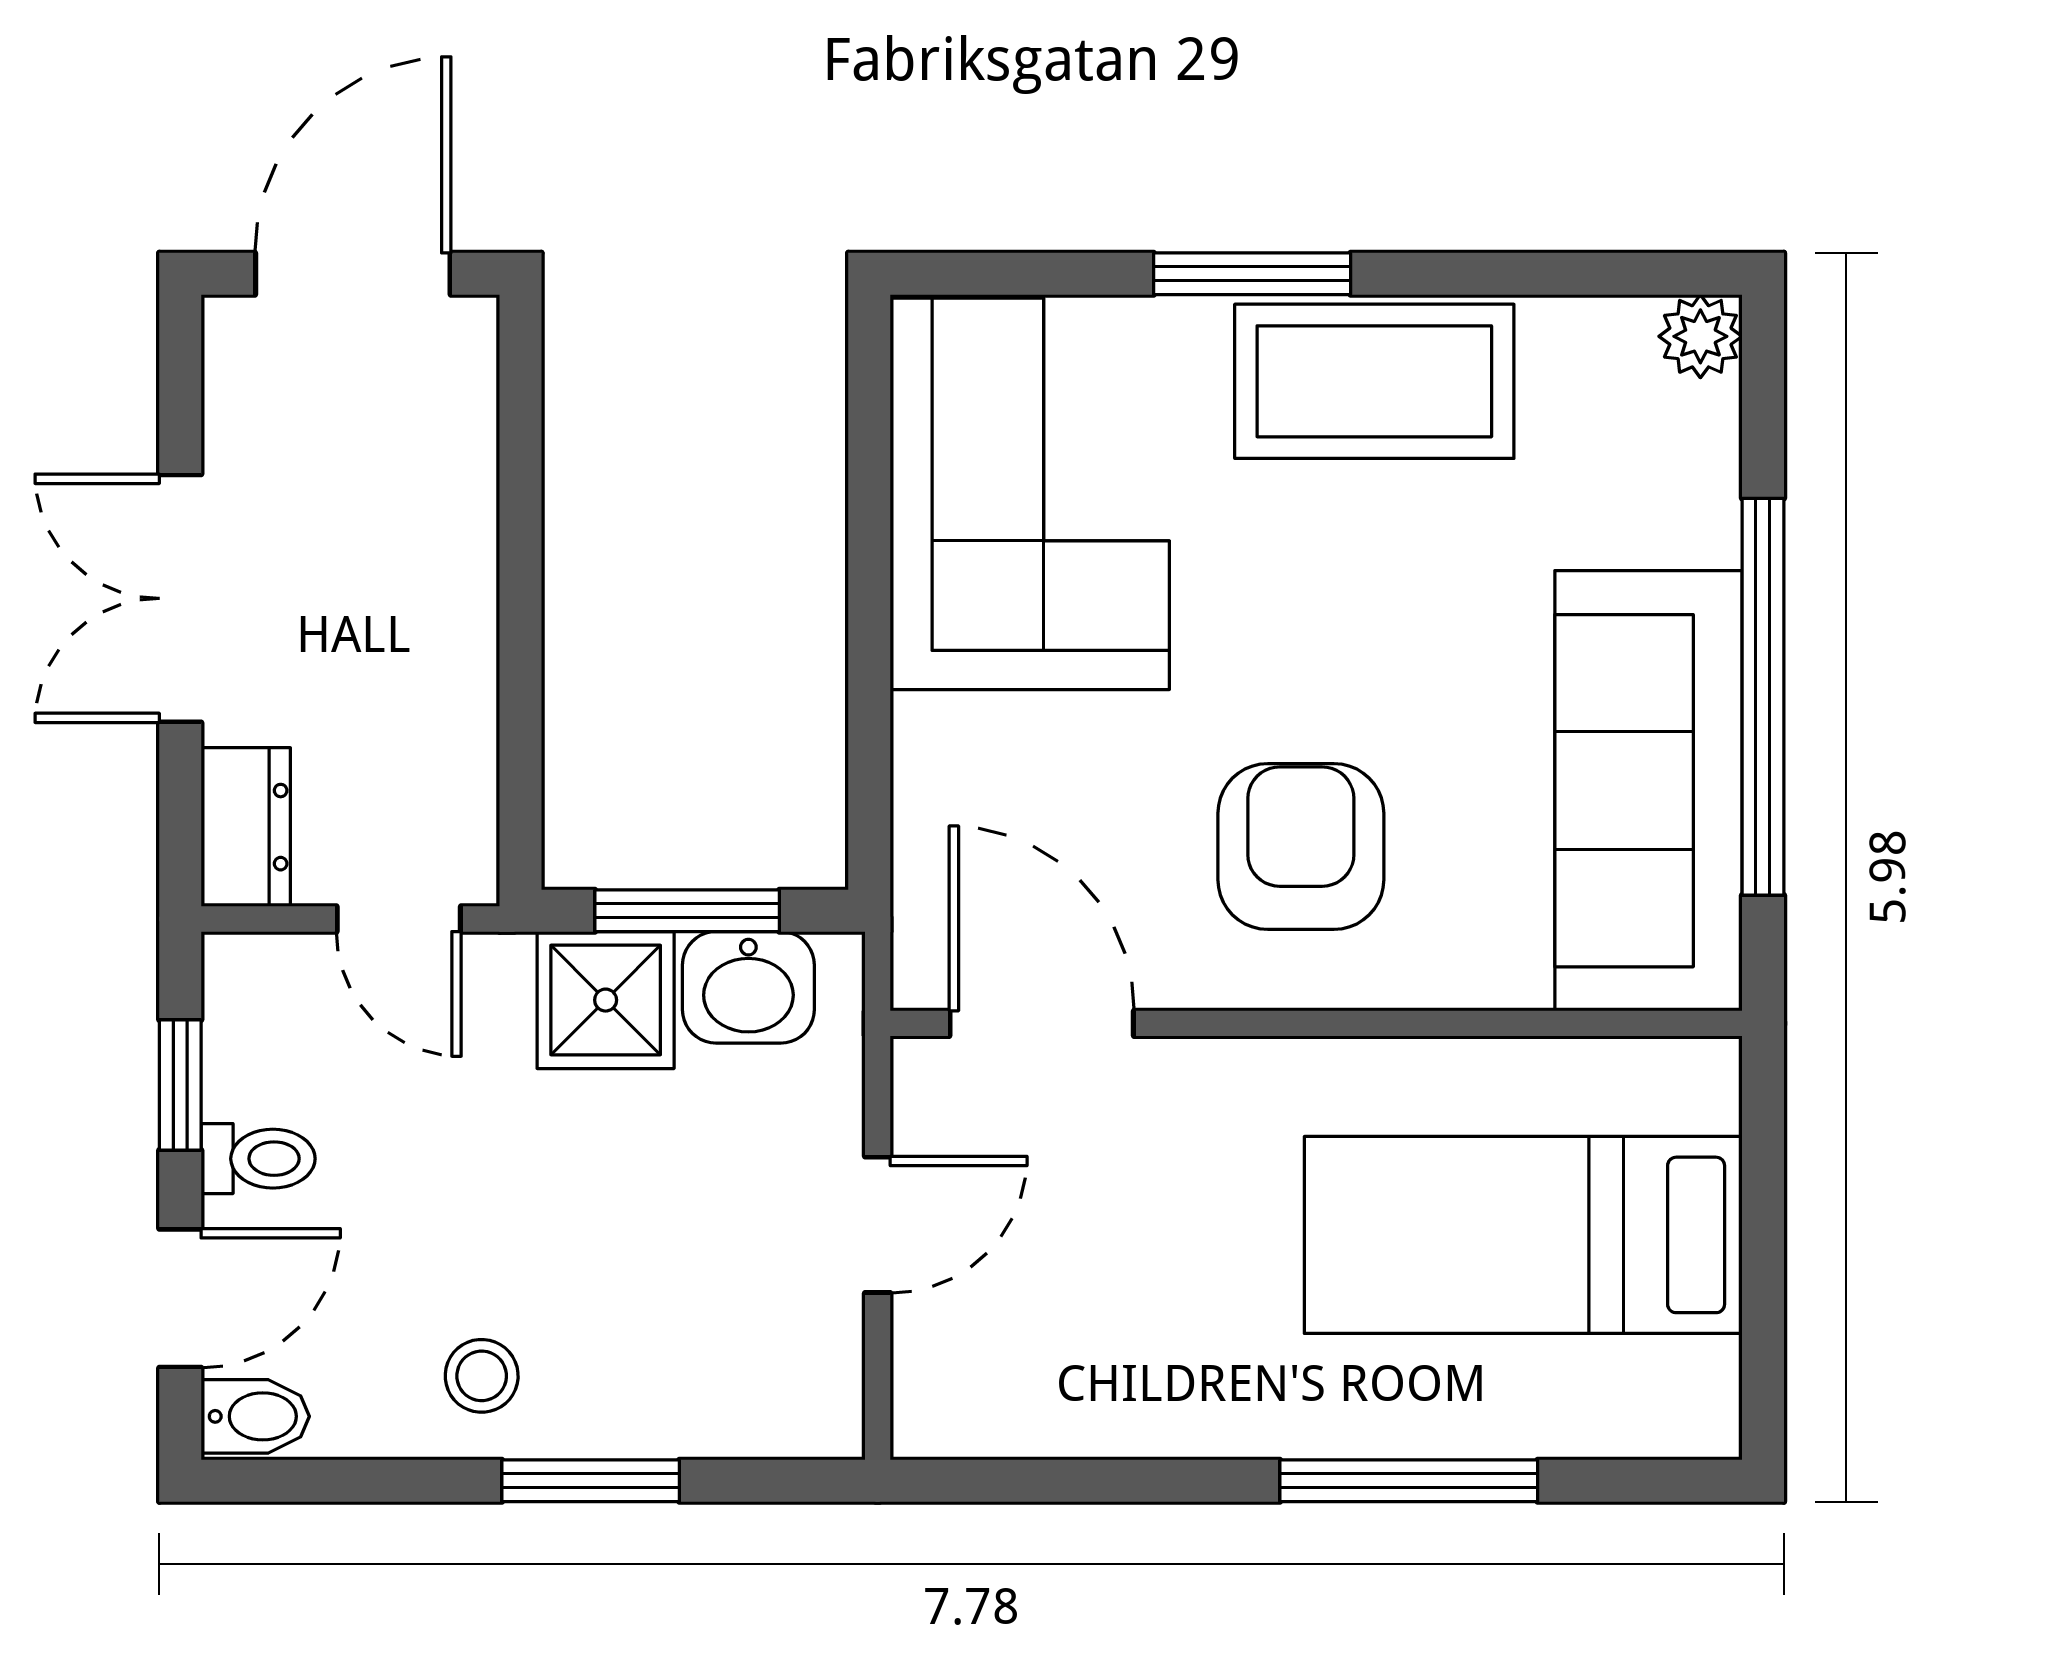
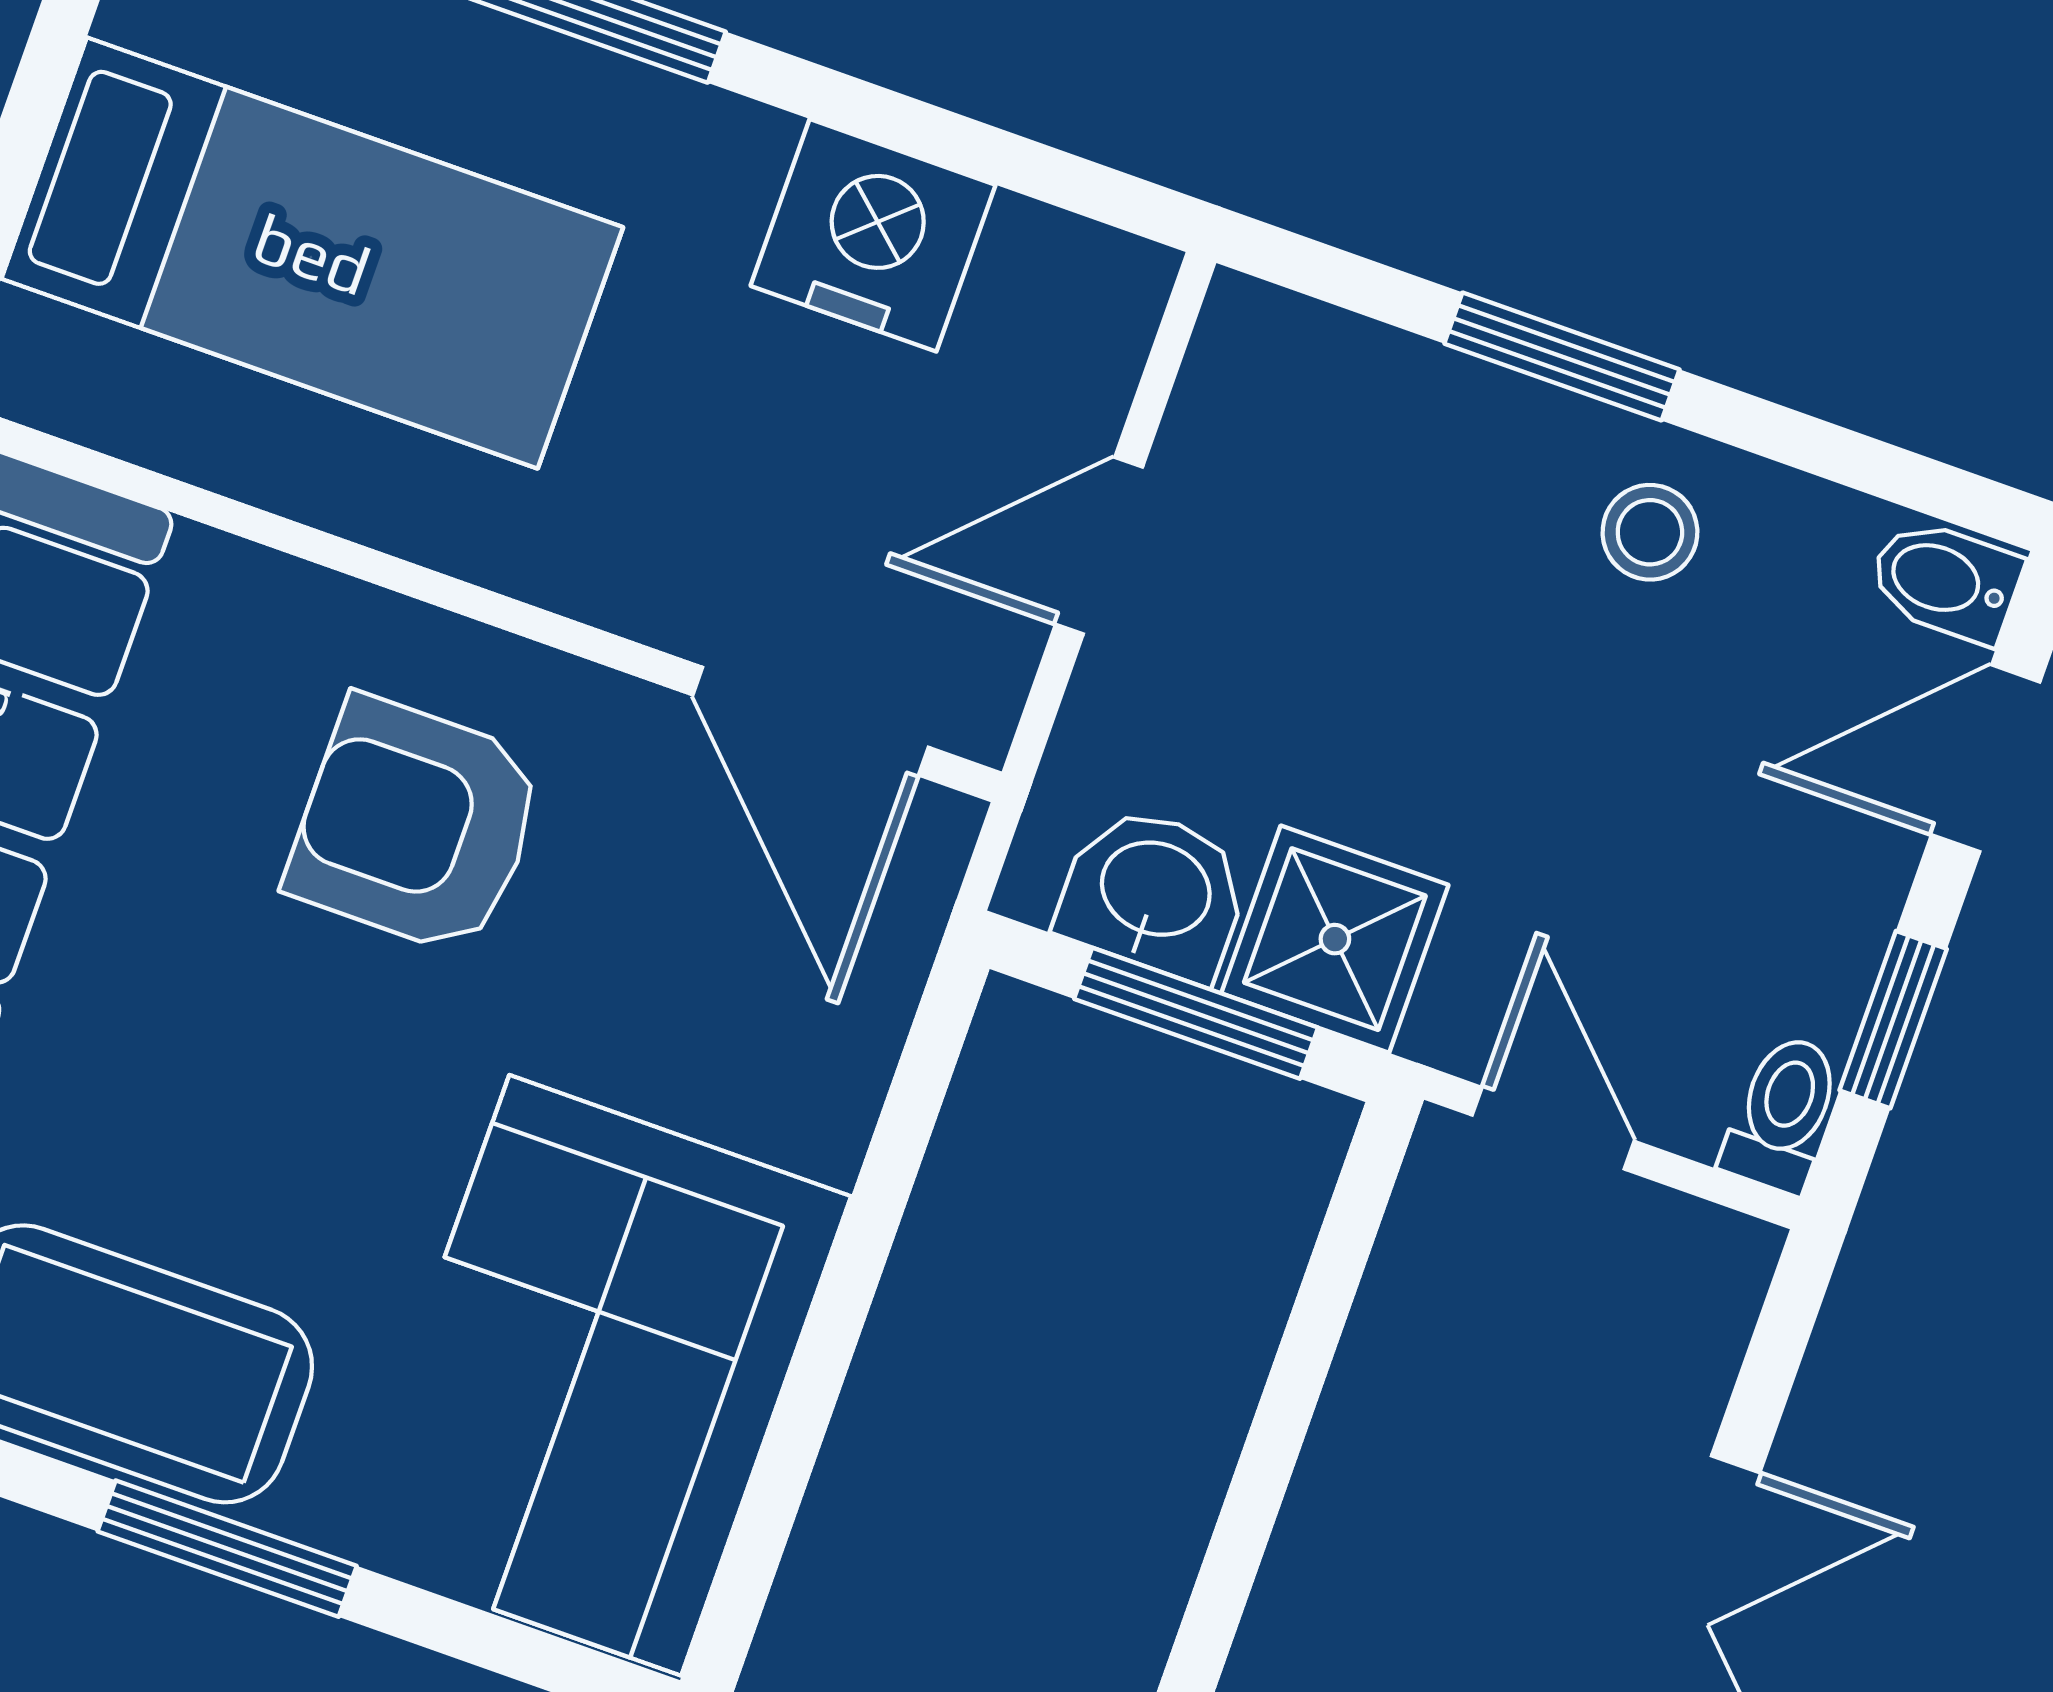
dresser: (246, 827) -> (1701, 1307), removed
armchair: (1301, 846) -> (416, 826), turned 90
toilet: (258, 1159) -> (1783, 1114), moved, turned 90
nightstand: (1121, 1392) -> (873, 235), added

